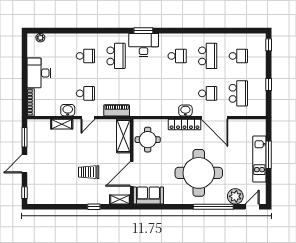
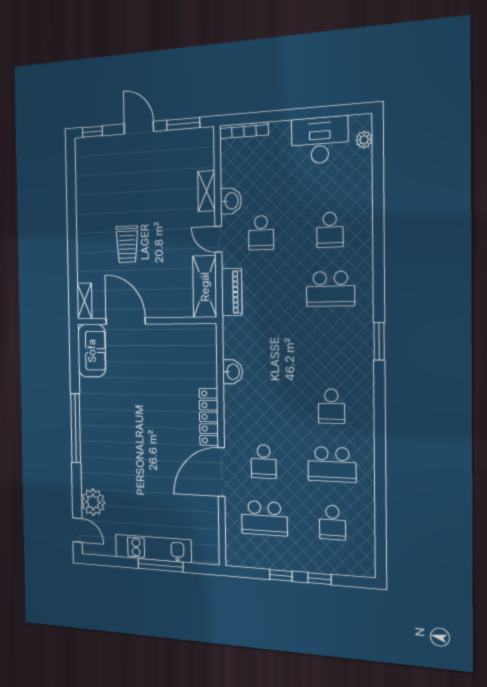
desk: (144, 45) -> (352, 342), removed
window: (269, 45) -> (319, 579), moved
desk: (39, 73) -> (320, 140), moved
washbasin: (185, 110) -> (233, 372), moved
shelving: (123, 136) -> (205, 287), moved, turned 90
round table: (148, 140) -> (182, 350), removed
trolley: (89, 172) -> (127, 244), turned 180
round table: (199, 173) -> (129, 440), removed
window: (94, 207) -> (72, 256), removed
window: (213, 207) -> (76, 428), moved

